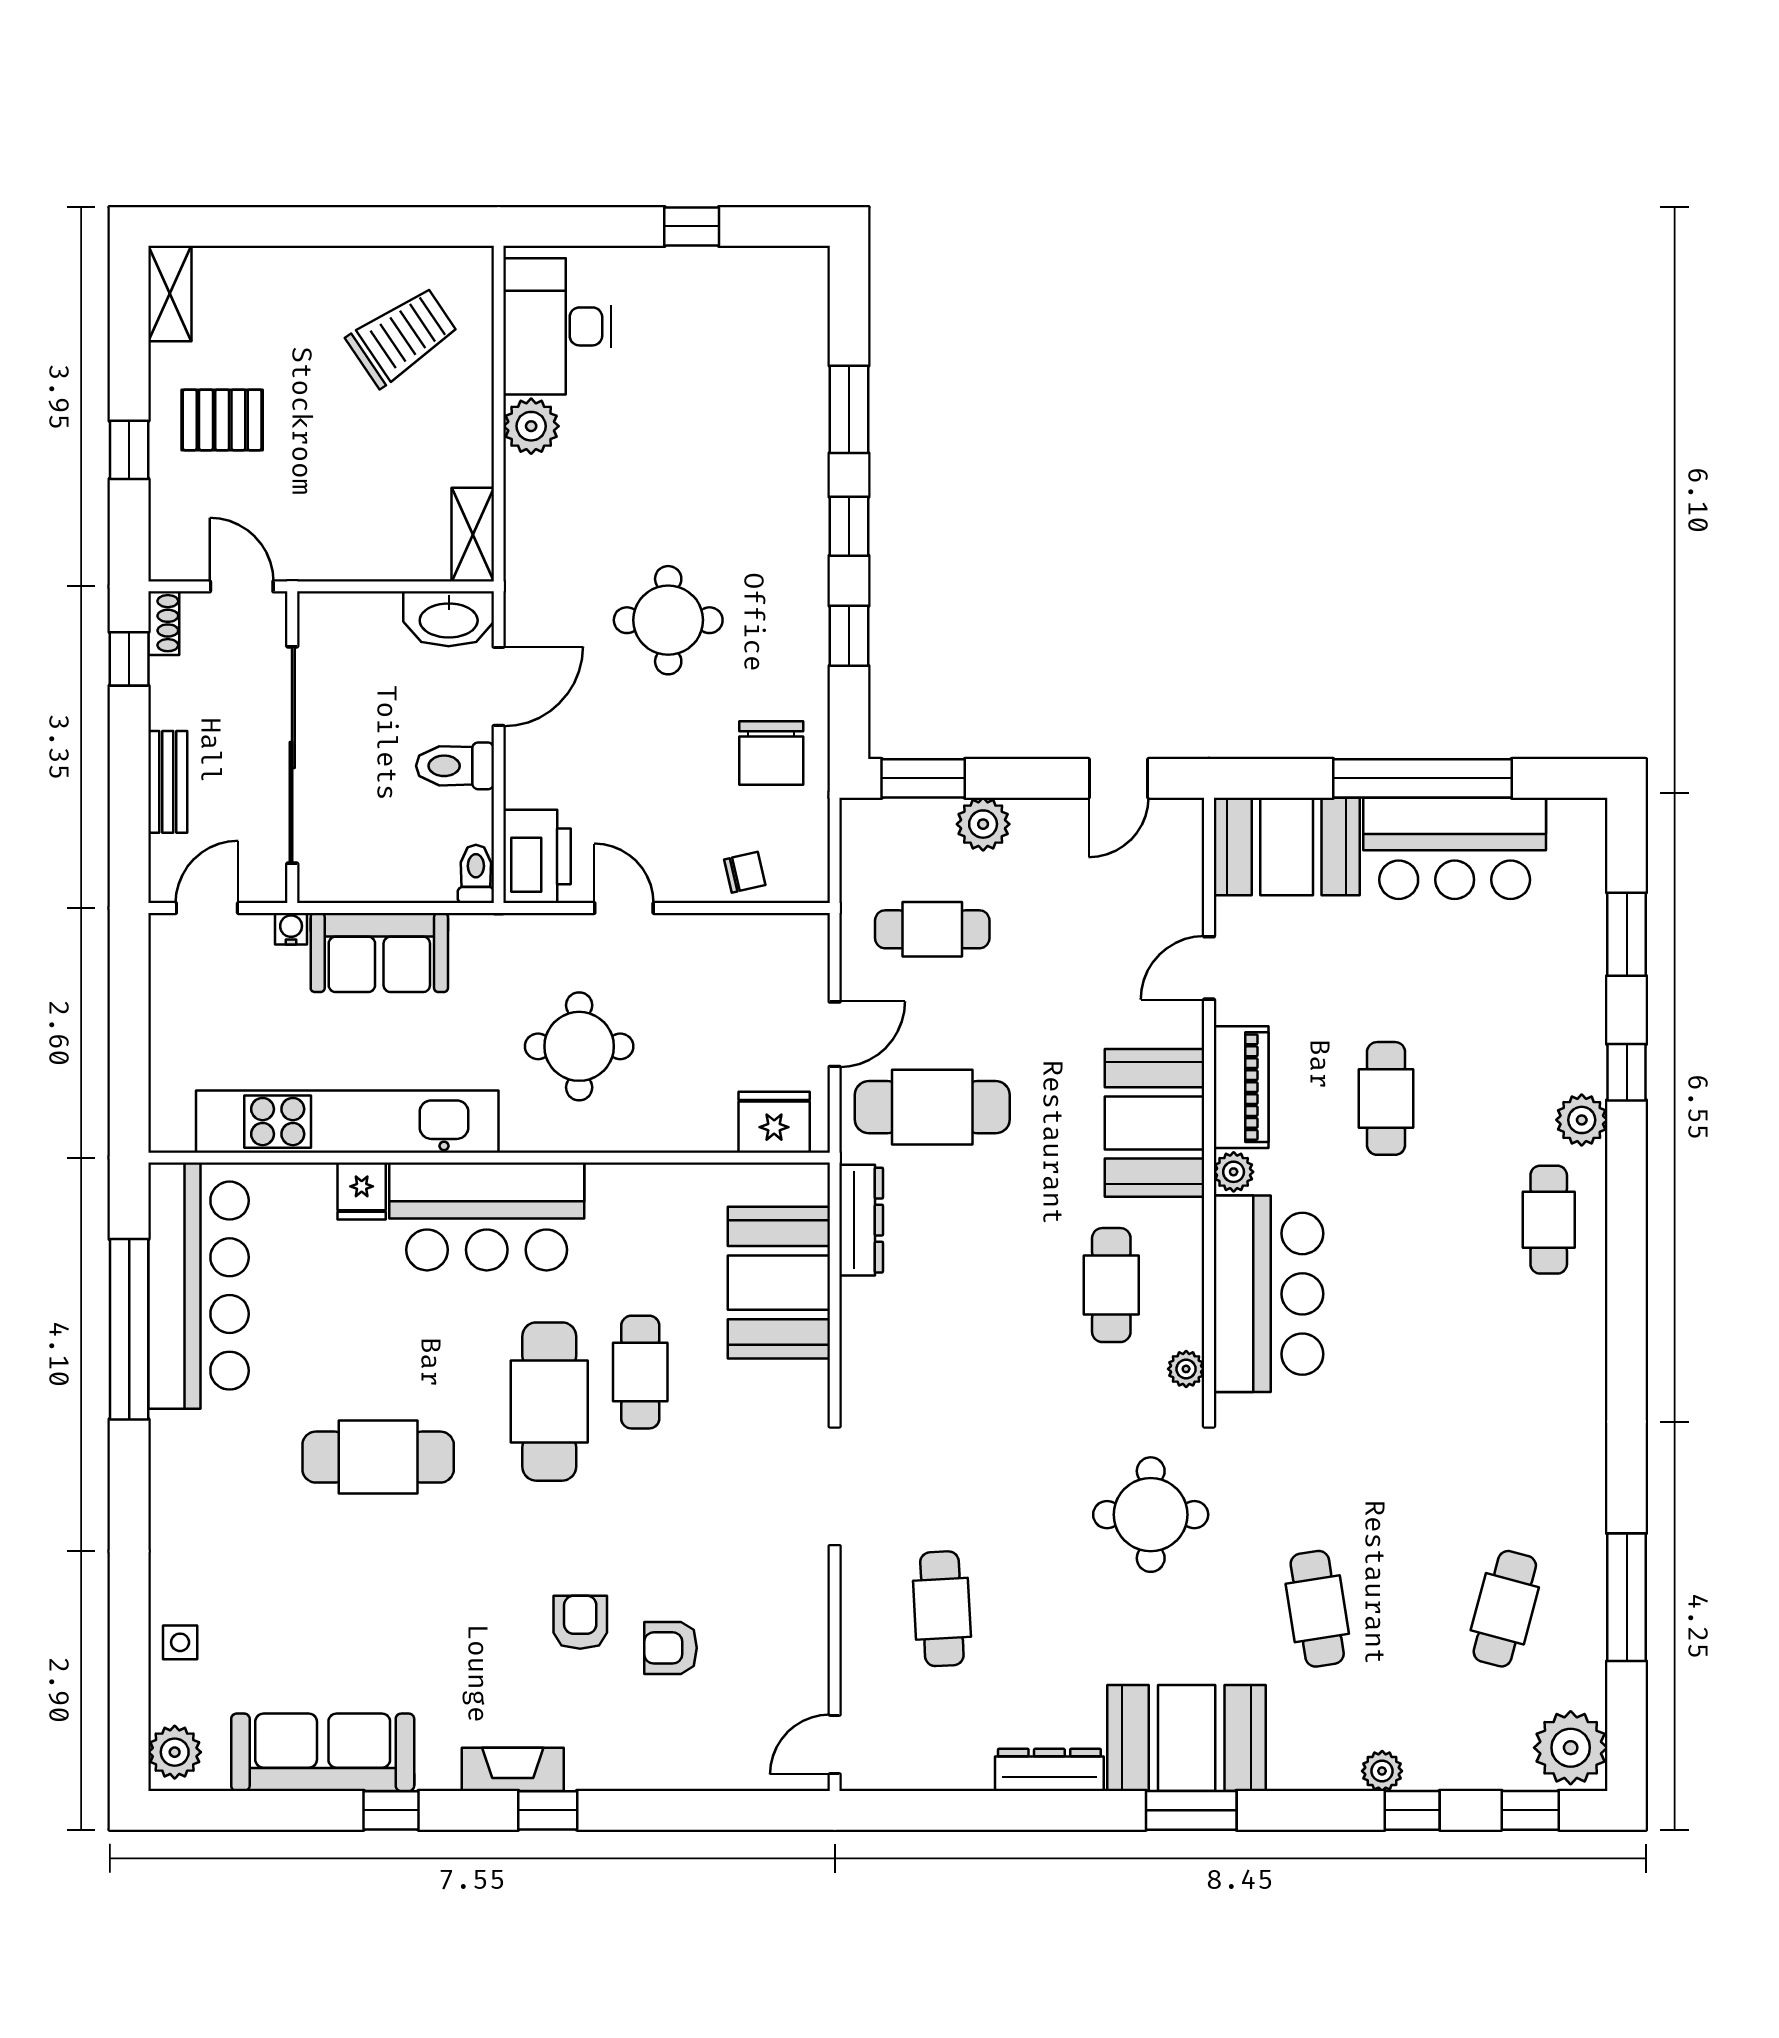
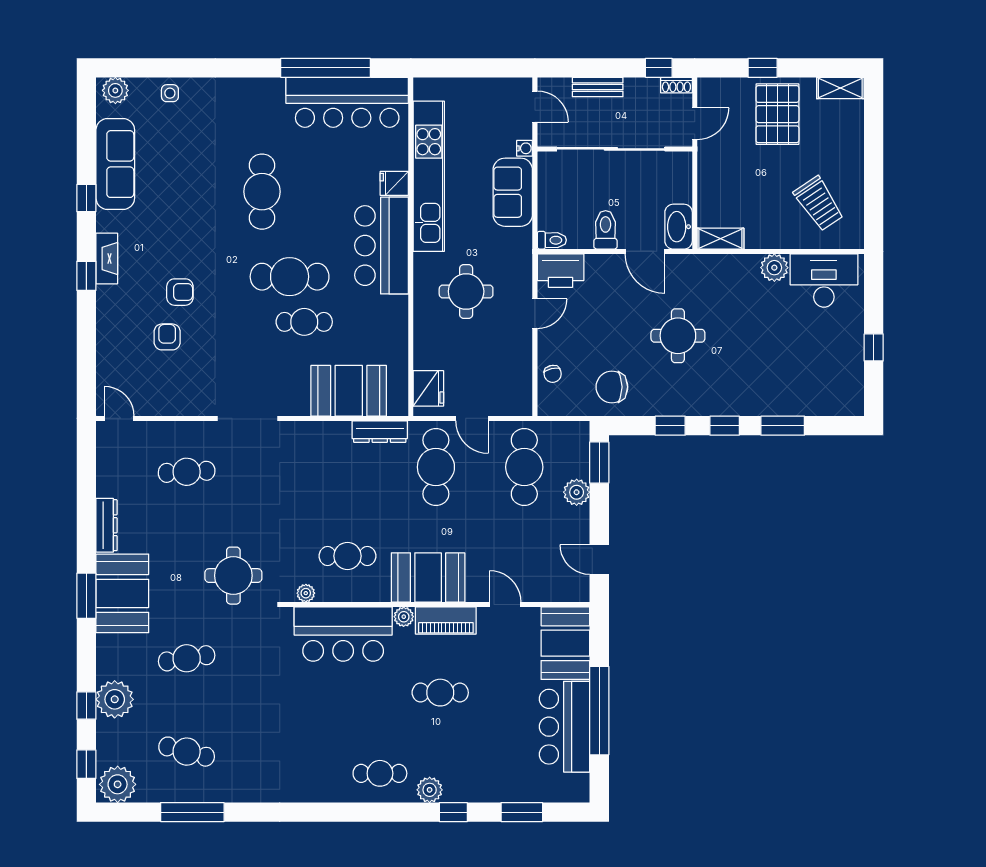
pallet: (222, 420) -> (777, 114), width x1.50, depth x1.42
cafe table: (932, 929) -> (524, 467), width x1.37, depth x1.35
plant: (1382, 1771) -> (115, 699), width x1.88, depth x1.88

